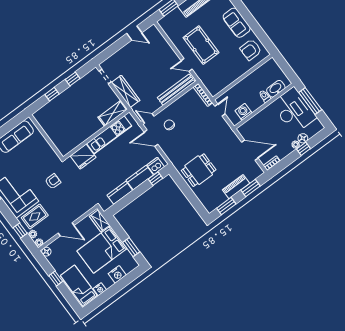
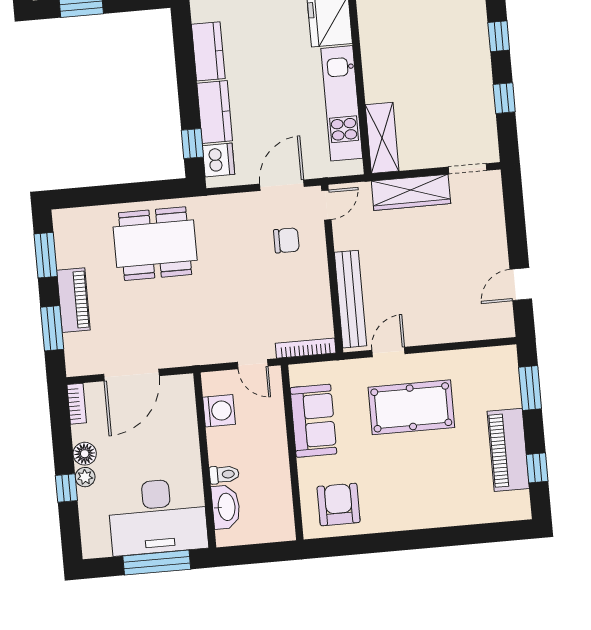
sofa: (237, 23) -> (313, 421), moved, turned 90
floor lamp: (303, 138) -> (85, 454), moved
dining table: (199, 170) -> (155, 244), width x1.37

